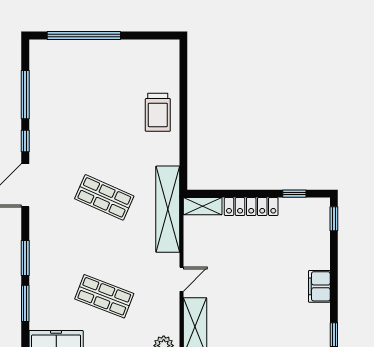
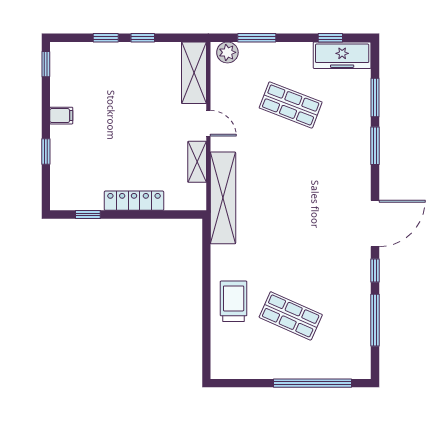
shop shelf: (104, 197) -> (291, 316), moved
shelving: (203, 206) -> (197, 162), moved, turned 90
window: (334, 219) -> (46, 152), moved
door: (181, 279) -> (208, 123), swing flipped
filing cabinet: (319, 286) -> (61, 116), width x0.50

